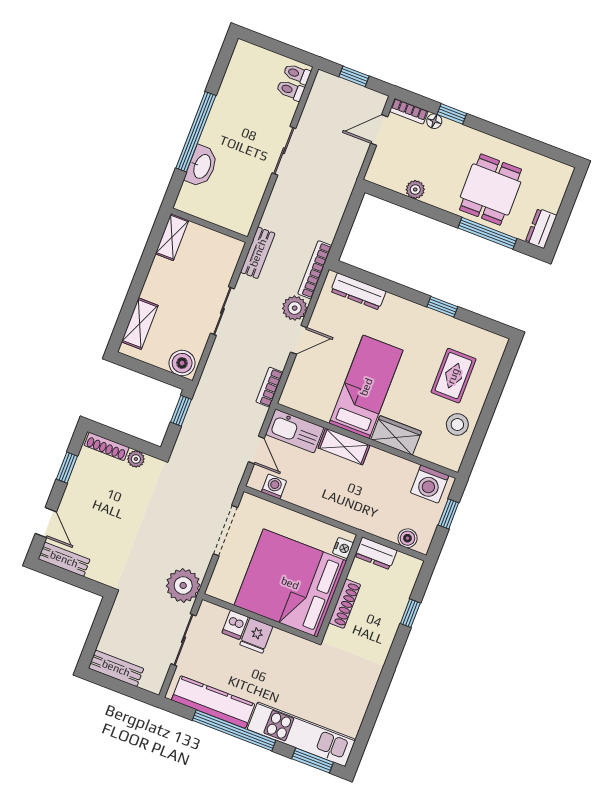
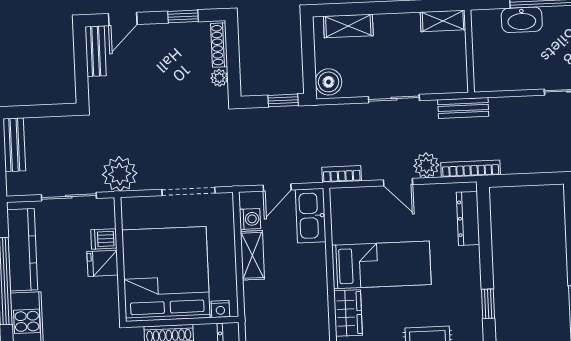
shelving: (344, 447) -> (252, 255), moved

